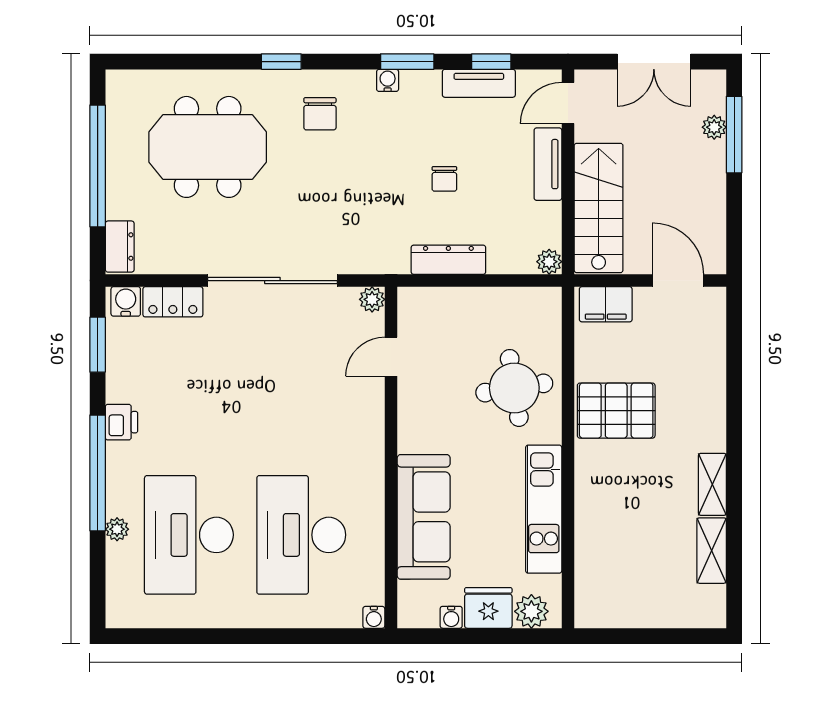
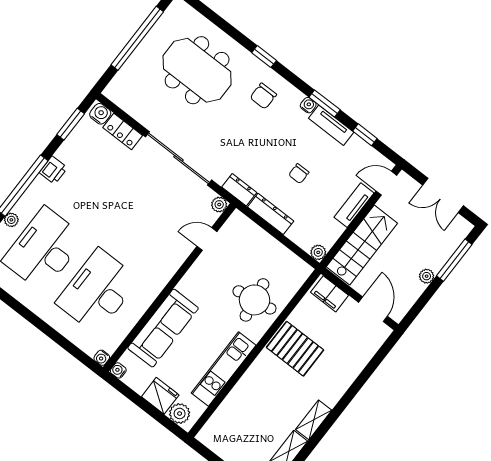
tv unit: (479, 83) -> (331, 125), moved
plant: (714, 127) -> (427, 276), moved
dresser: (120, 247) -> (239, 190), moved, turned -90
water cooler: (451, 617) -> (118, 370), moved, turned 90

